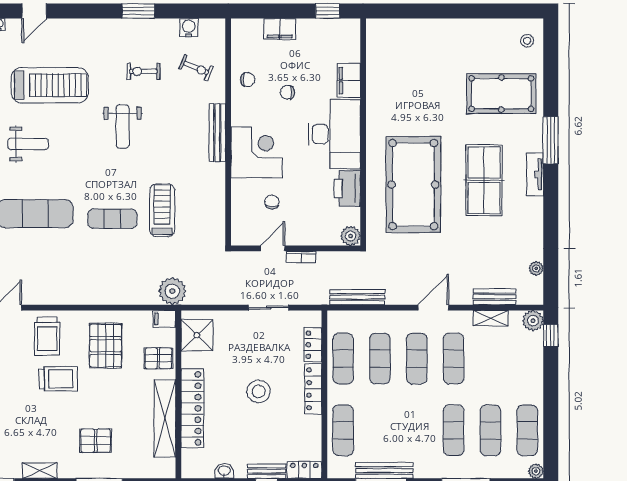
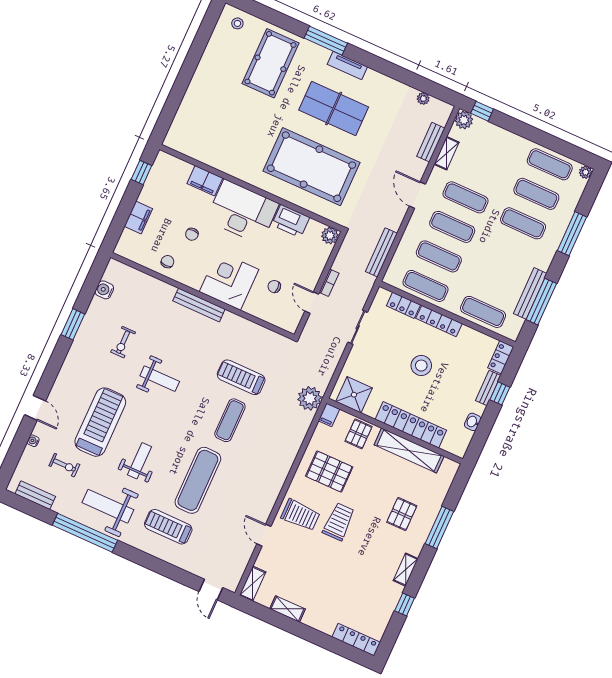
exercise bike: (196, 68) -> (139, 299), removed

